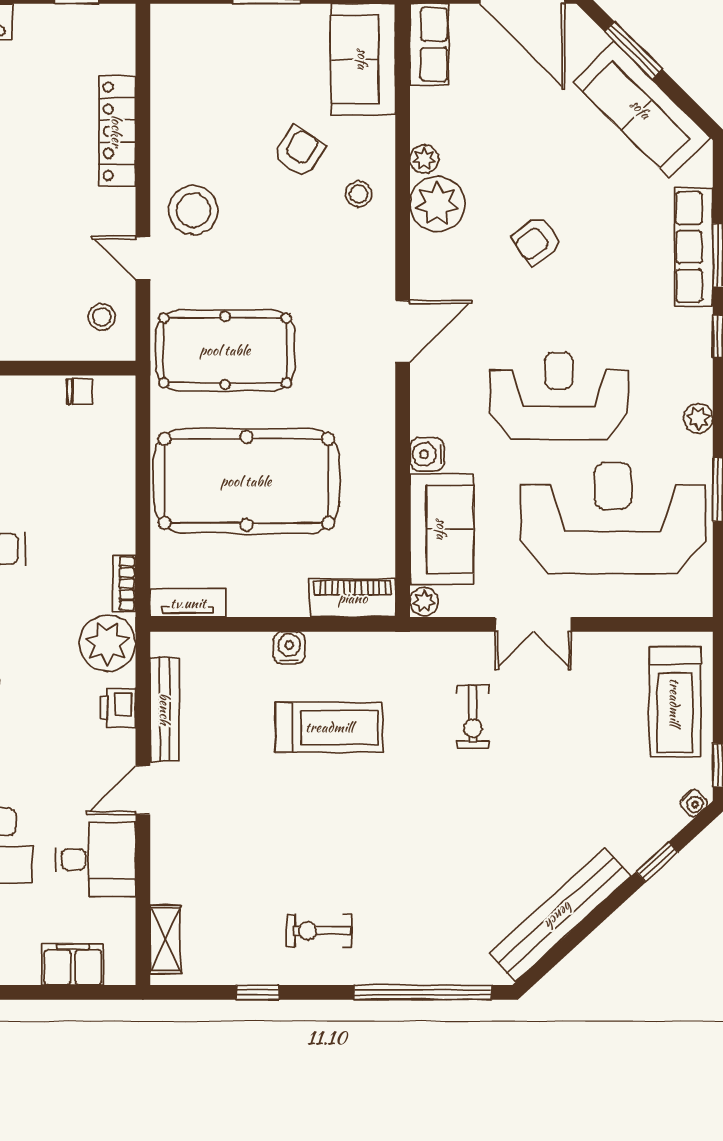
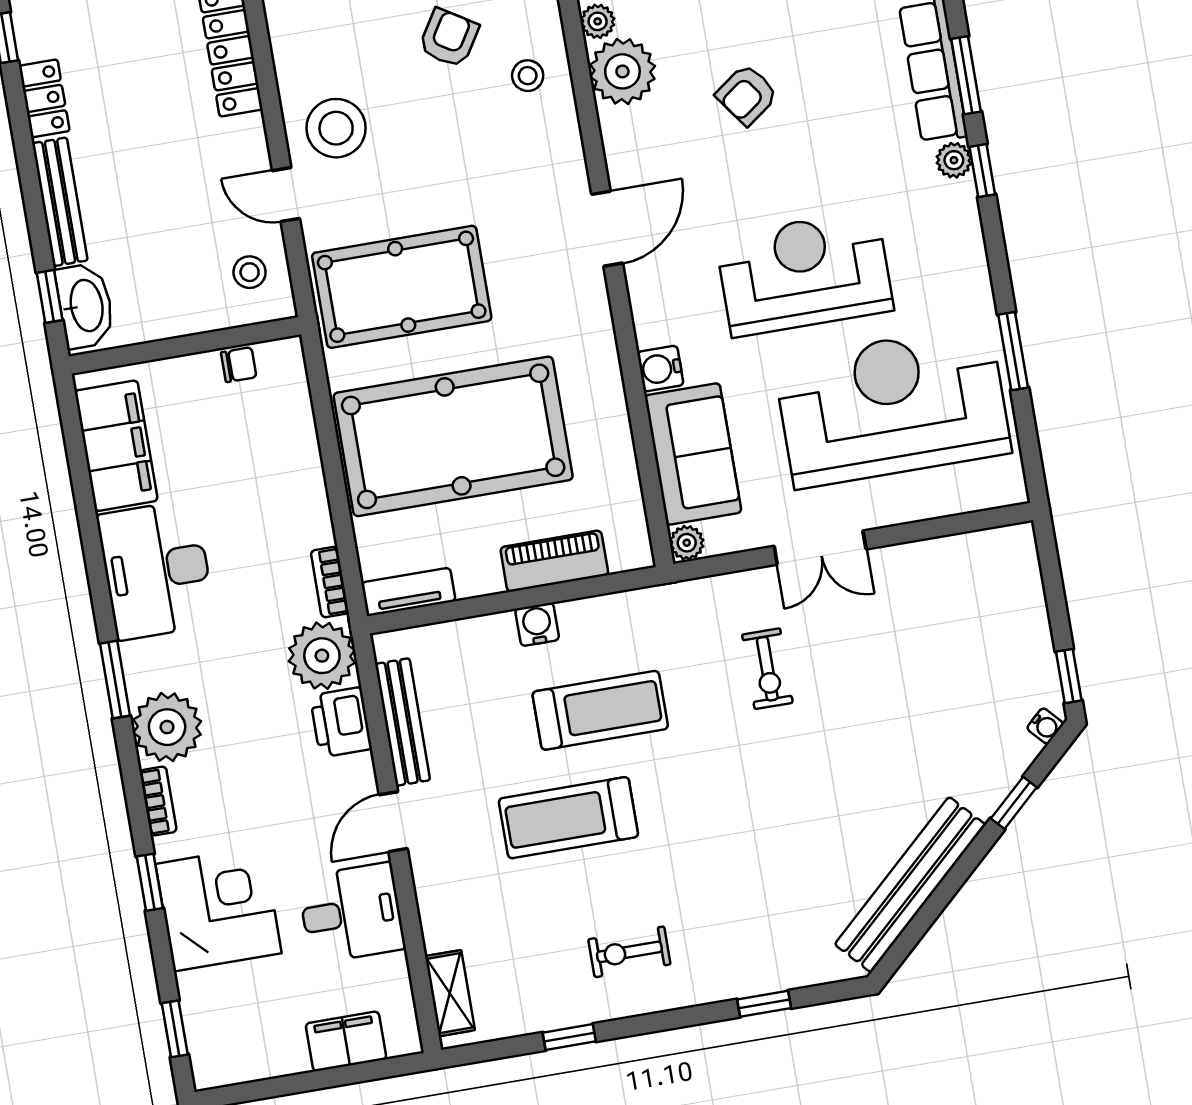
plant: (698, 418) -> (954, 160), moved
piano: (353, 598) -> (554, 561), moved
treadmill: (675, 702) -> (568, 818), moved, turned 90
printer: (118, 708) -> (341, 722), width x1.36, depth x1.24
window: (423, 992) -> (764, 1004), width x0.32

